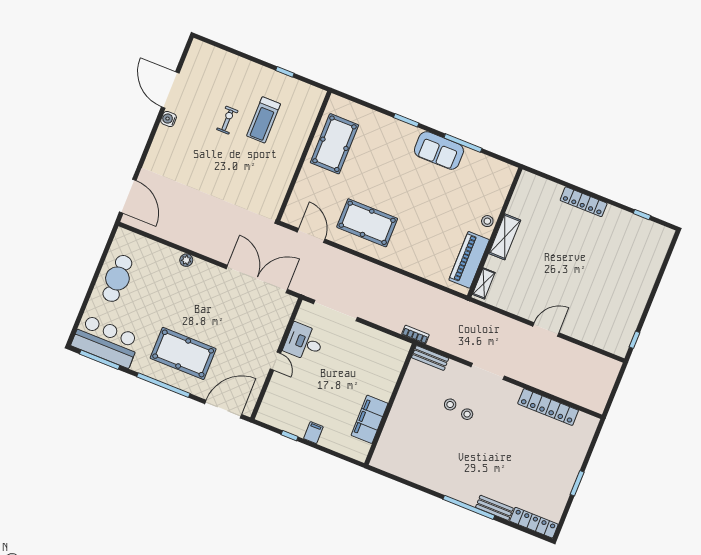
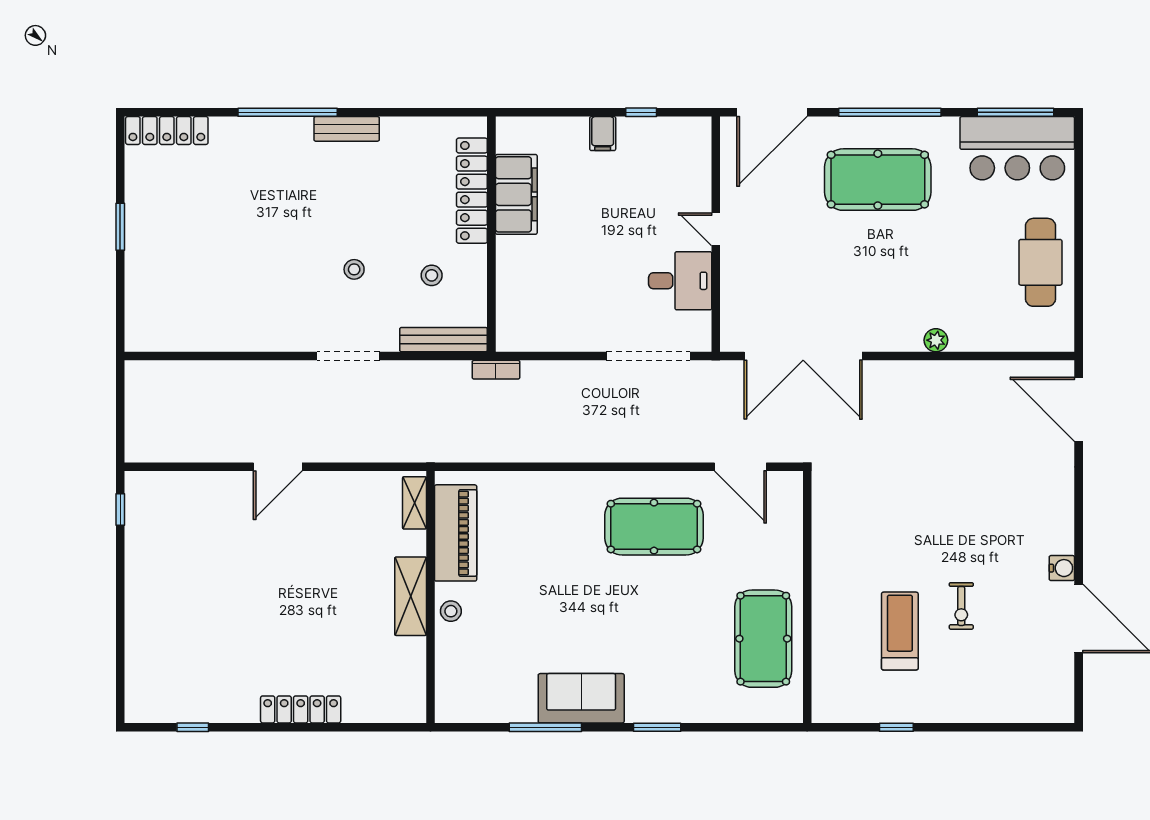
bench: (430, 358) -> (444, 340), width x1.36
stool: (450, 404) -> (432, 275), moved
locker: (548, 407) -> (472, 191), moved, turned -90
bench: (494, 508) -> (347, 129), moved

